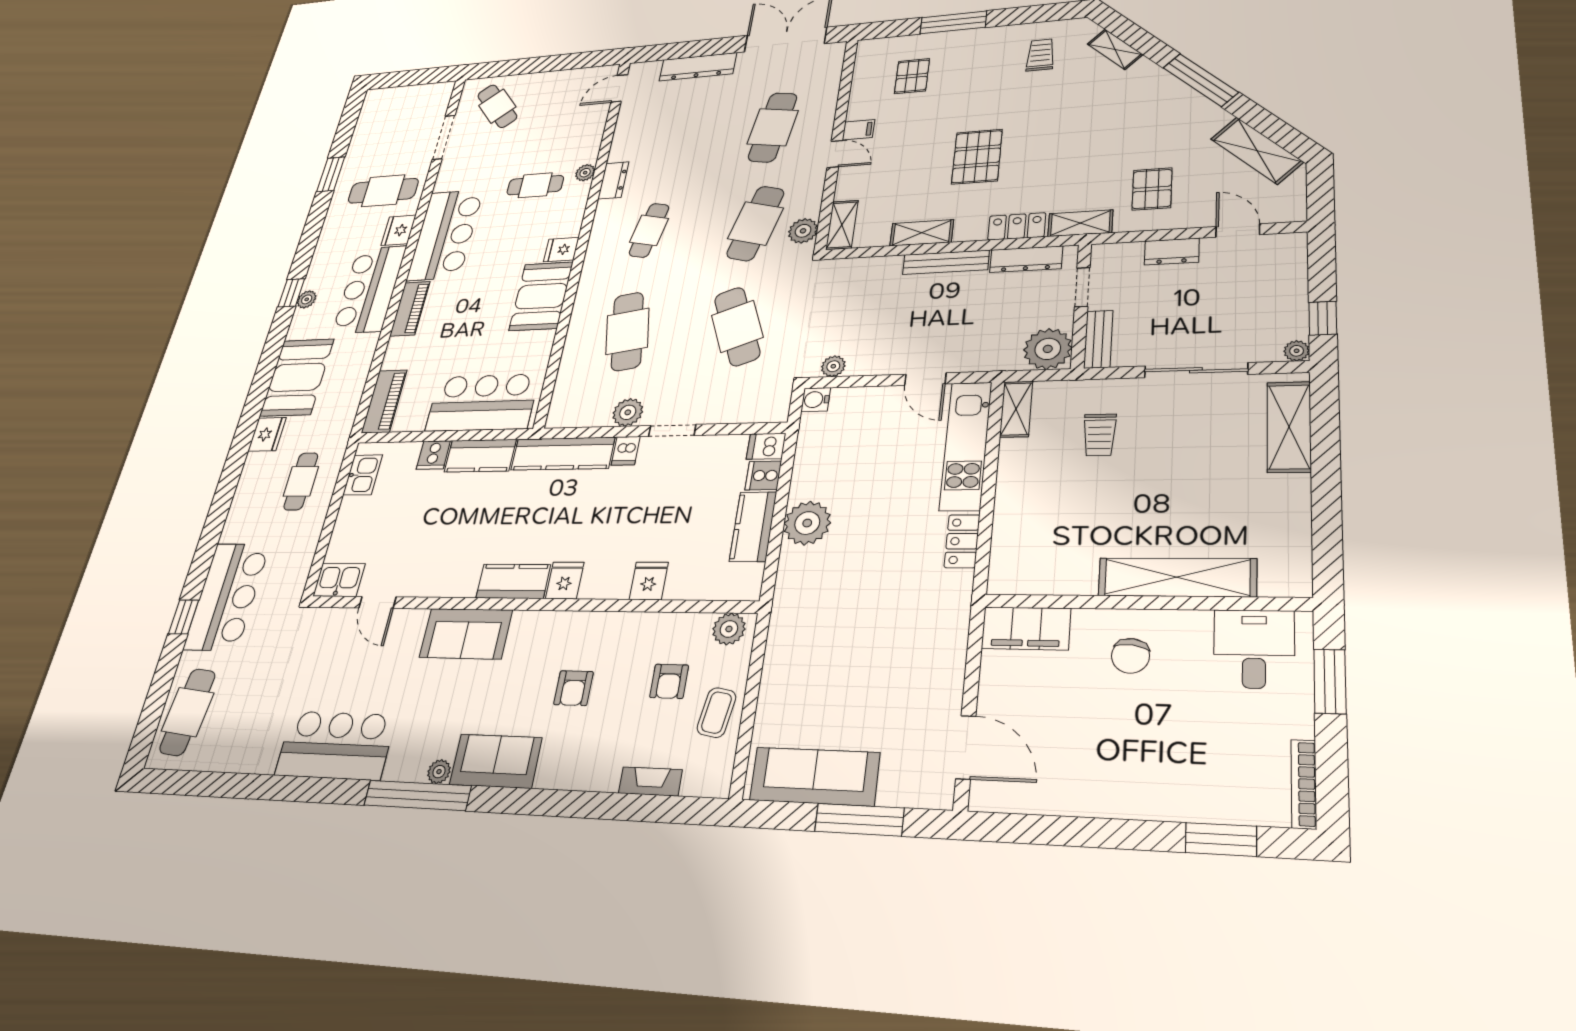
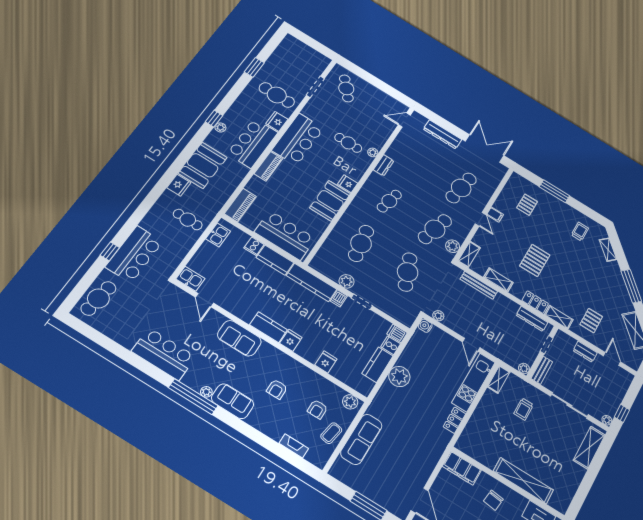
bench: (946, 262) -> (479, 285), moved
plant: (1048, 349) -> (524, 368), width x0.53, depth x0.53
cafe table: (301, 481) -> (188, 220), turned 90
sofa: (815, 776) -> (361, 439), moved, turned 90

